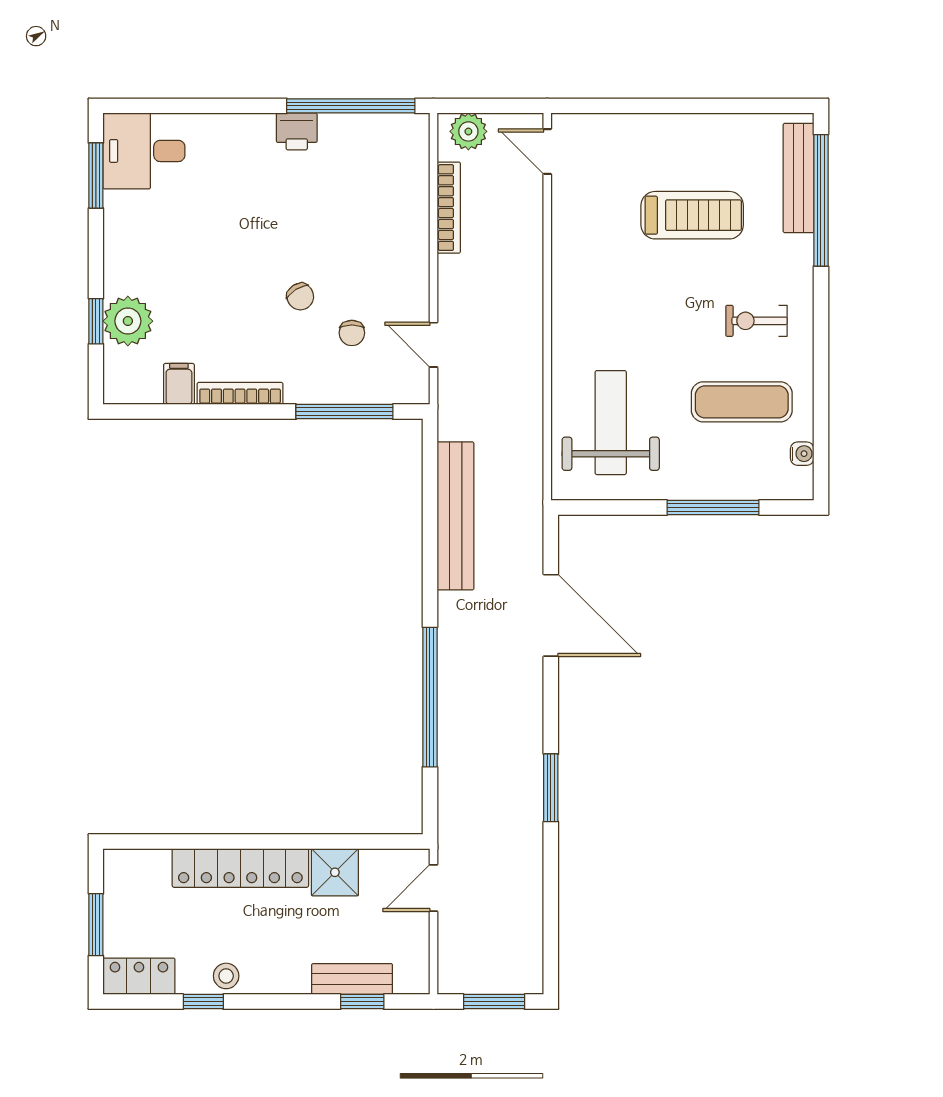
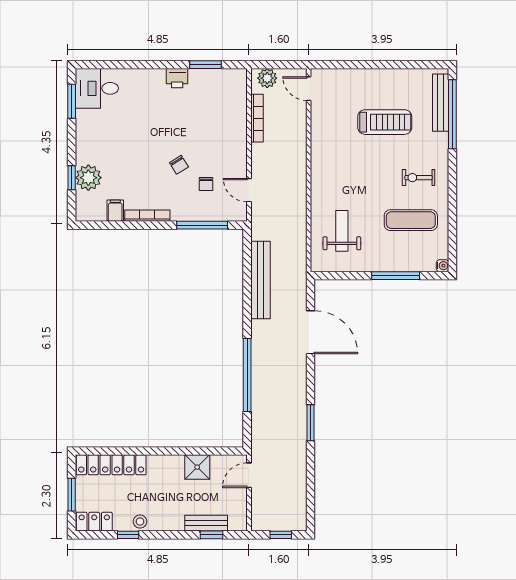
window: (351, 106) -> (205, 65), width x0.47
weight bench: (611, 423) -> (342, 231), width x0.73, depth x0.75
water cooler: (802, 454) -> (442, 266), moved
locker: (240, 868) -> (111, 465), moved
window: (494, 1002) -> (281, 535), width x0.67

